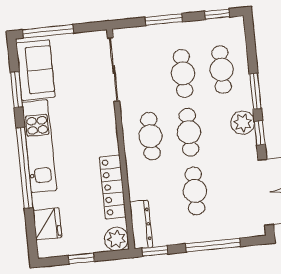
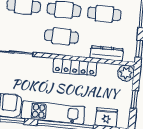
locker: (113, 187) -> (75, 67), moved
dresser: (141, 225) -> (107, 53), moved

